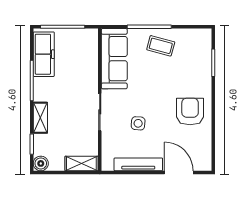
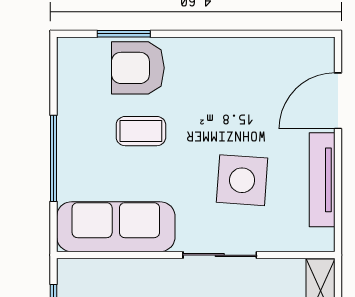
coffee table: (161, 46) -> (141, 131), moved, turned 75
armchair: (190, 111) -> (138, 68), moved
side table: (138, 123) -> (242, 180), width x1.87, depth x1.87

